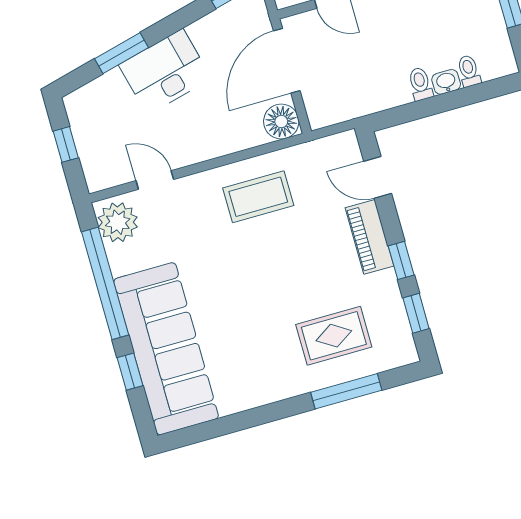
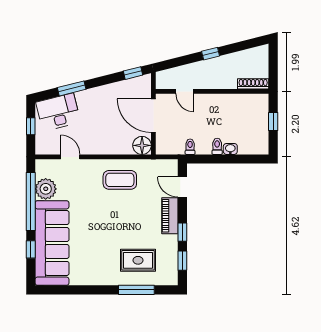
door: (287, 61) -> (153, 116), hinge flipped
toilet: (469, 71) -> (190, 147), moved
desk: (165, 72) -> (58, 112), moved
plant: (118, 222) -> (46, 189), moved

